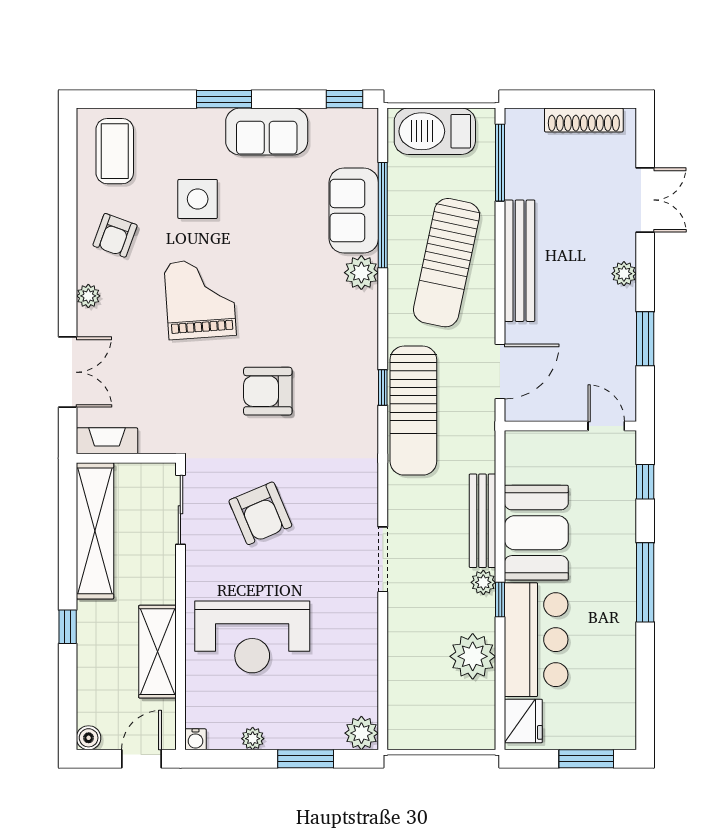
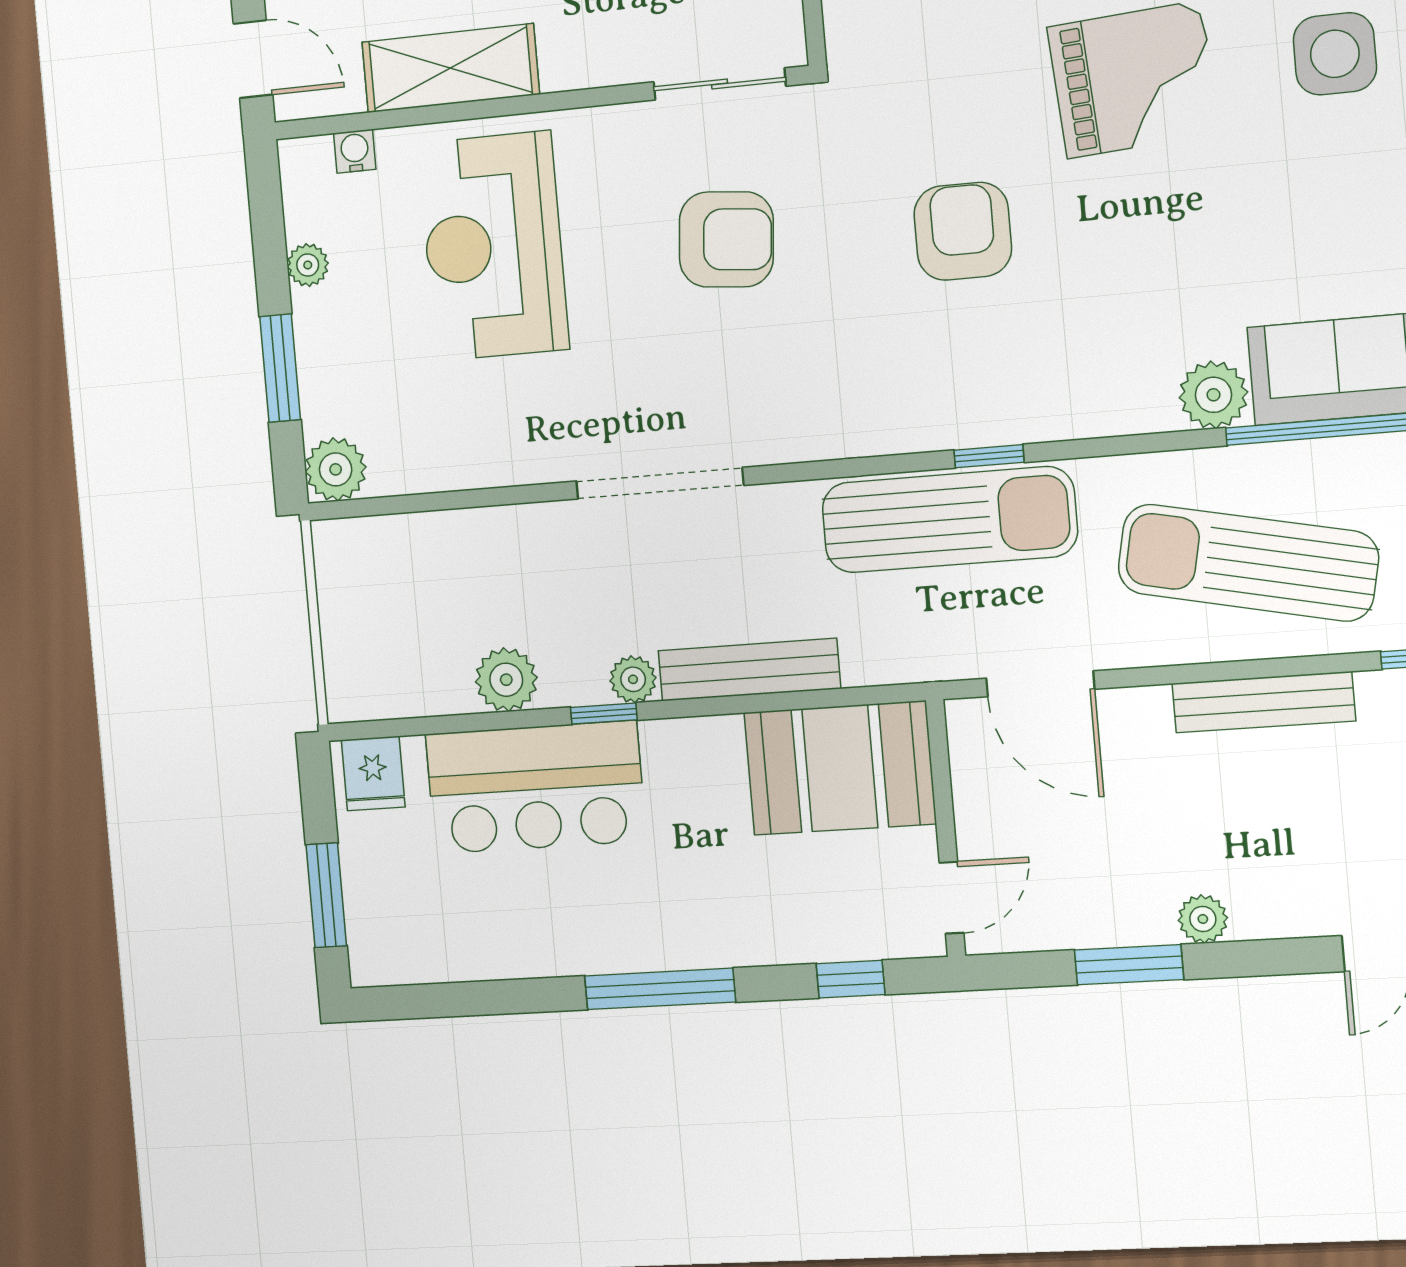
bench: (520, 261) -> (1263, 702), width x0.73, depth x0.82
plant: (624, 274) -> (1203, 919), moved
sun lounger: (413, 411) -> (949, 520), turned 180
armchair: (260, 513) -> (726, 239), turned -152
booth: (536, 533) -> (840, 768), moved
doorway: (383, 559) -> (660, 483), width x1.36
plant: (473, 656) -> (506, 680), width x0.73, depth x0.73
fridge: (523, 721) -> (373, 773), width x0.72
water cooler: (195, 739) -> (355, 151), moved, turned 90

